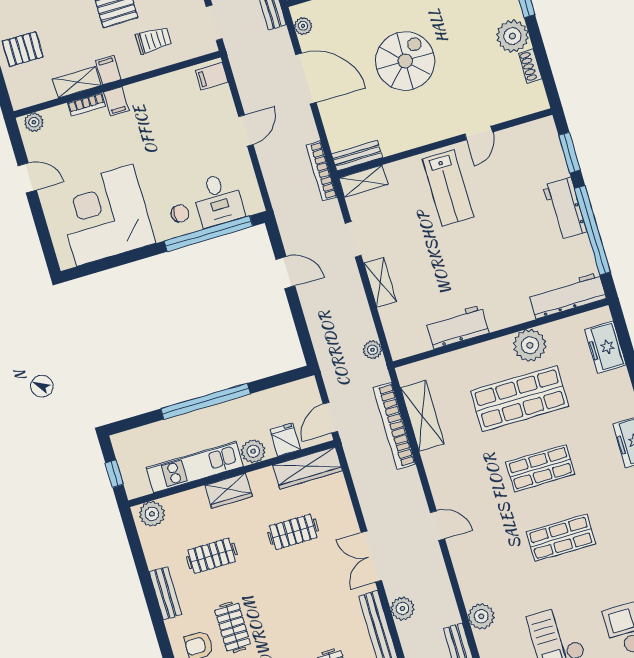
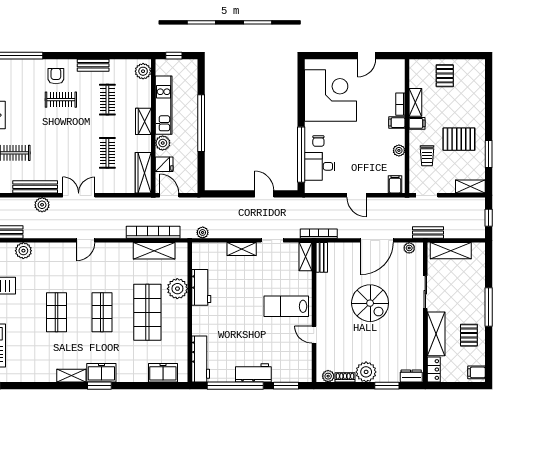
plant: (536, 92) -> (328, 376), added
plant: (34, 122) -> (399, 150), moved
door: (285, 273) -> (264, 194), swing flipped
plant: (530, 345) -> (177, 289), moved

